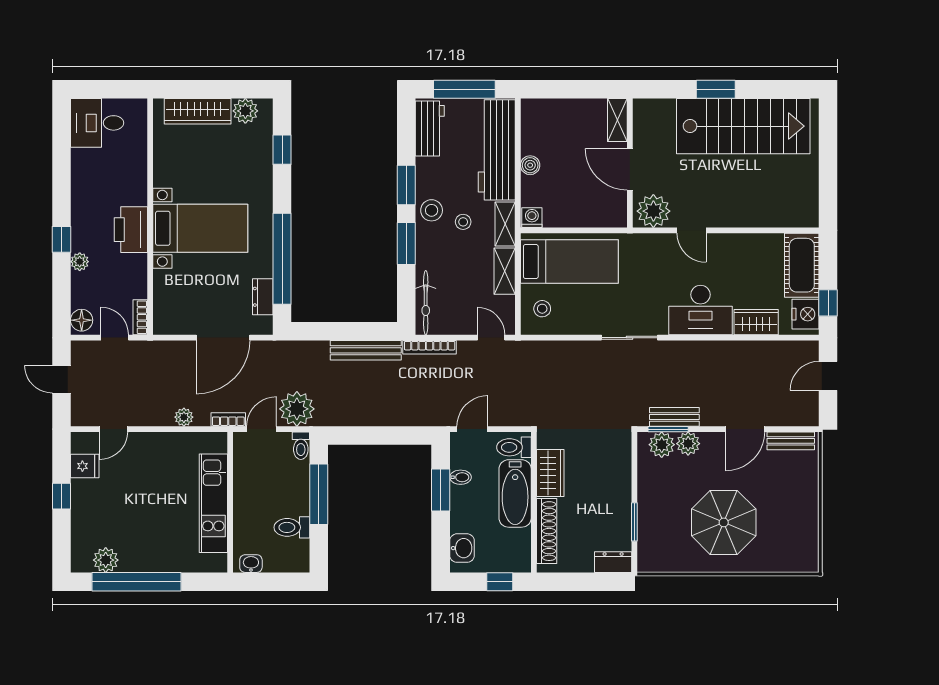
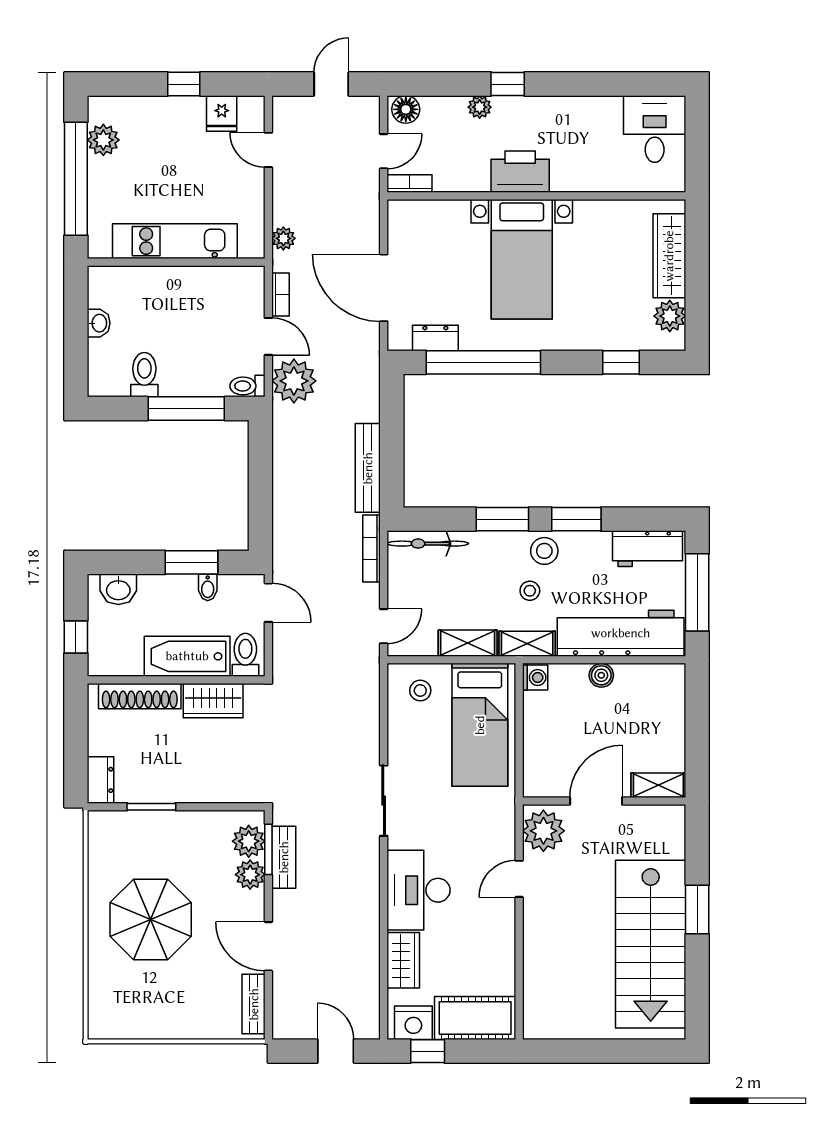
wall: (230, 502) -> (176, 262), moved
kitchen unit: (213, 503) -> (175, 241), moved

